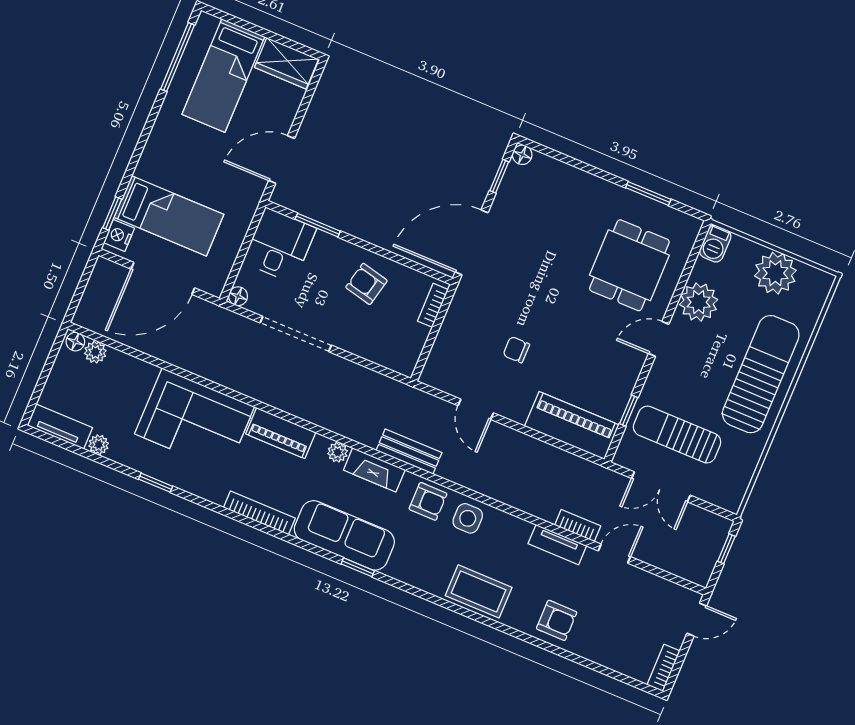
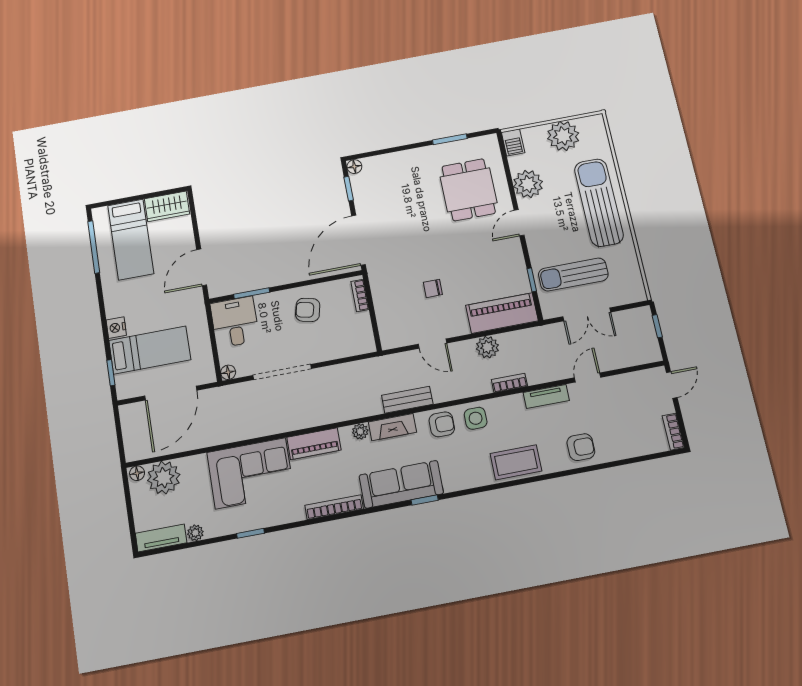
nightstand: (119, 235) -> (116, 328), moved
plant: (95, 352) -> (164, 478), width x1.88, depth x1.88
plant: (531, 452) -> (487, 347), added
bookcase: (578, 526) -> (509, 383), moved

